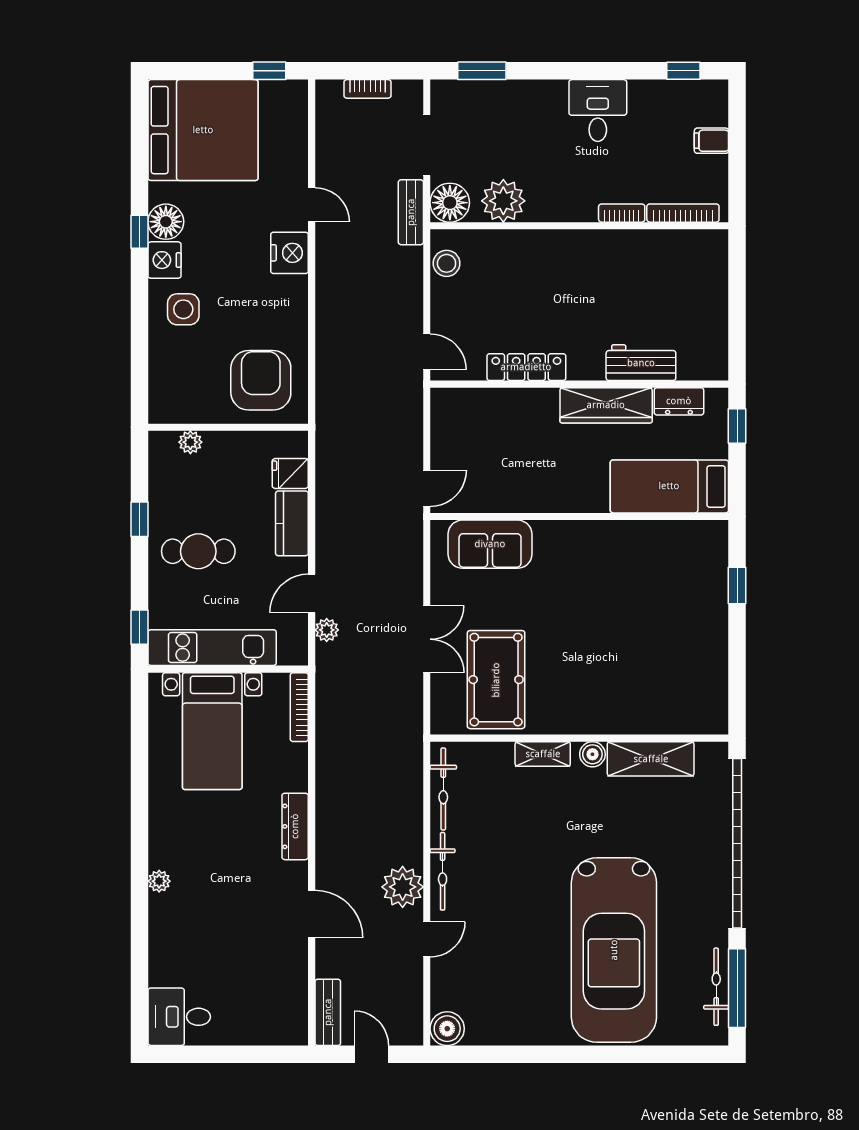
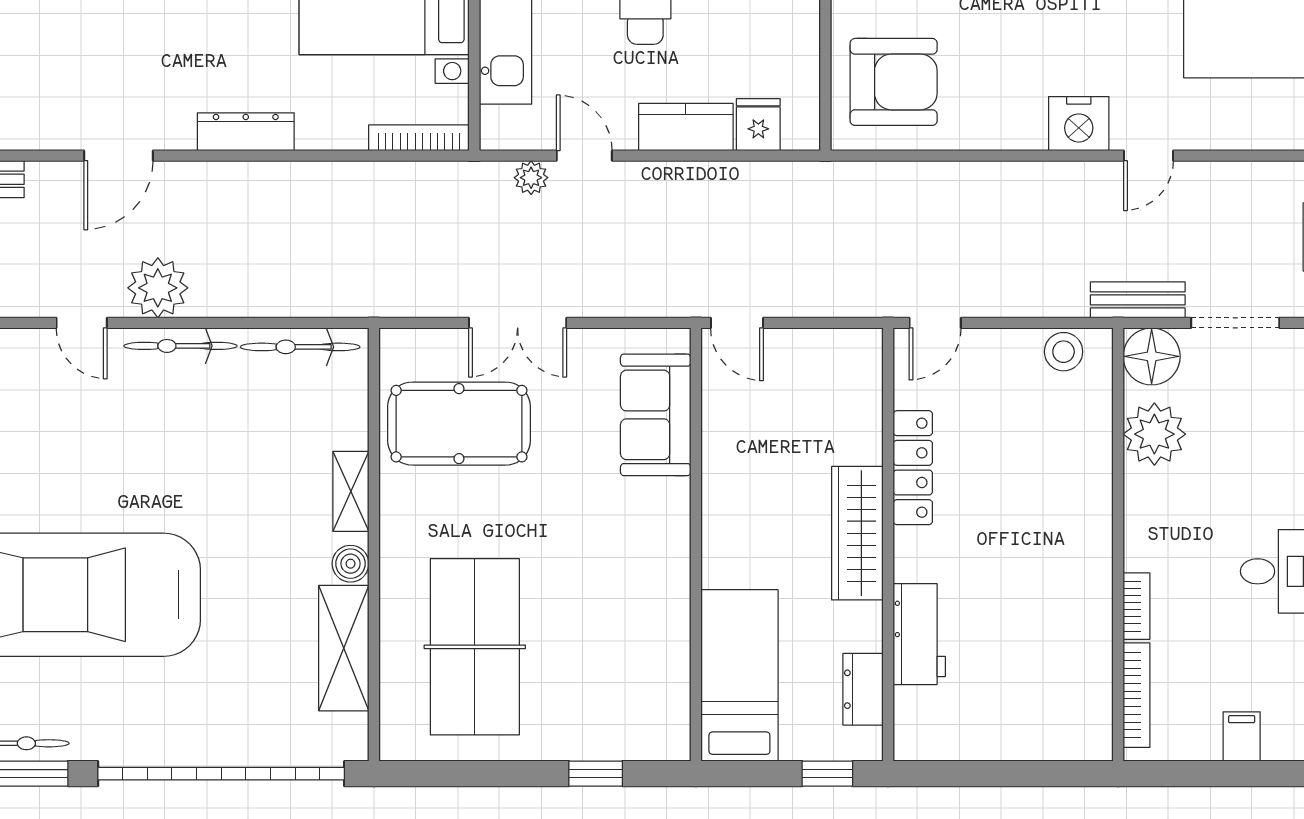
wardrobe: (606, 405) -> (857, 533), moved
table tennis table: (650, 669) -> (475, 647), added

